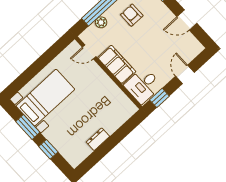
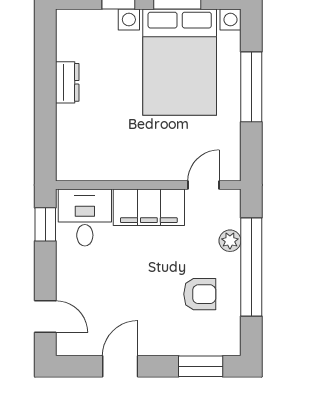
window: (35, 68) -> (251, 87), added
door: (185, 74) -> (45, 317), moved
bed with nightstands: (45, 98) -> (180, 62), width x1.36

